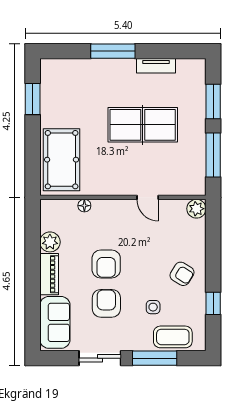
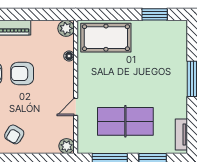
tv unit: (156, 66) -> (181, 134), moved
table tennis table: (143, 125) -> (125, 121), moved, turned 90
plant: (50, 242) -> (66, 28), moved

